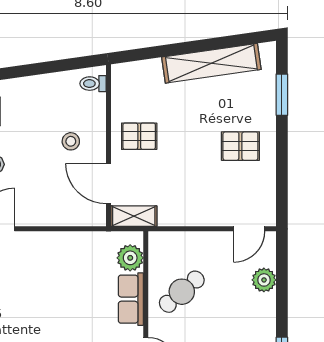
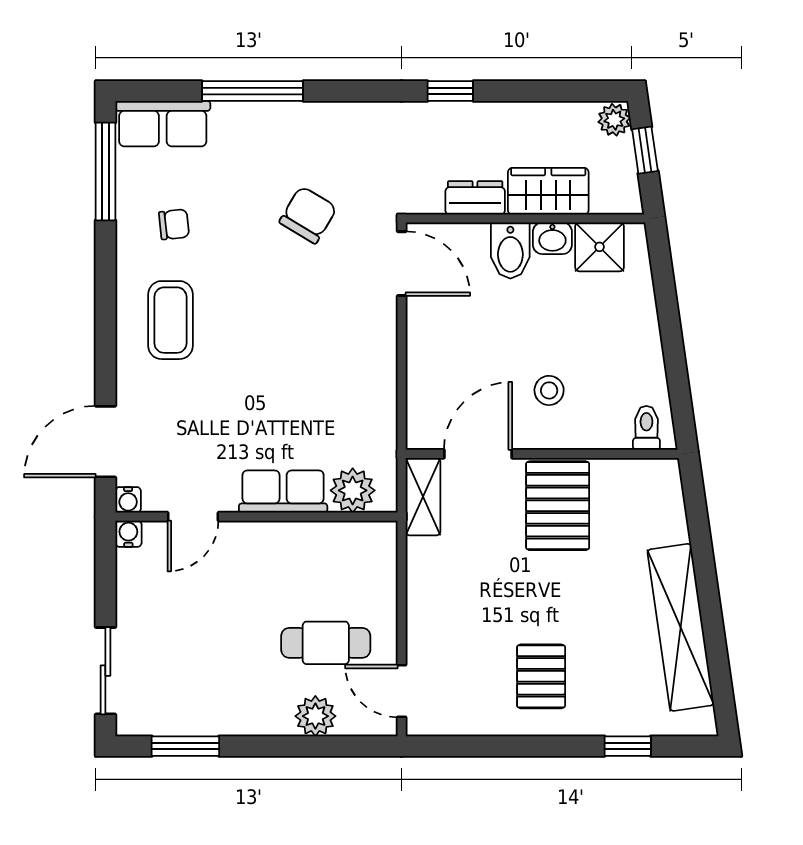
window: (282, 95) -> (628, 746), width x0.67
pallet: (139, 136) -> (558, 506), width x1.50, depth x1.42
cafe table: (182, 292) -> (326, 643), moved, turned -49

